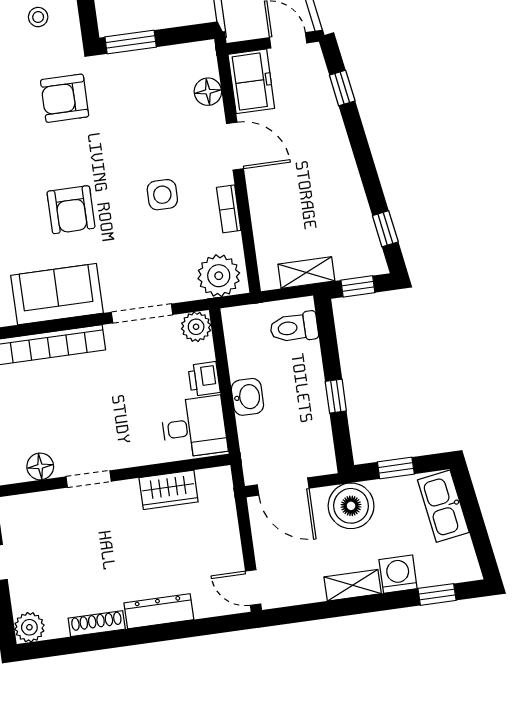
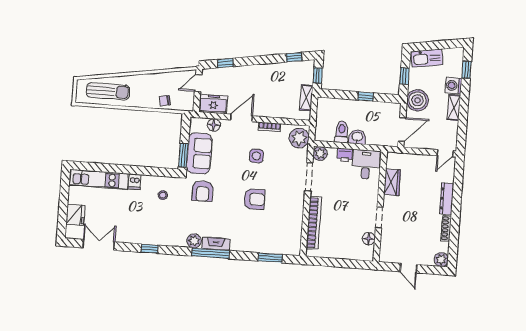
sofa: (57, 294) -> (199, 153), moved, turned 180
toilet: (294, 327) -> (342, 132), moved, turned 180

